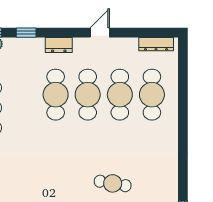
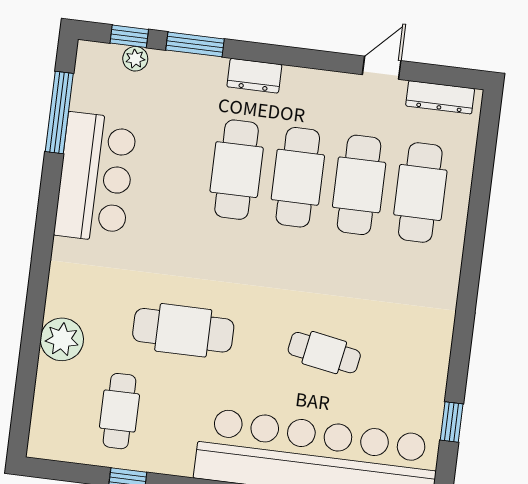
window: (26, 33) -> (195, 44), width x1.50
door: (100, 33) -> (382, 68), moved
cafe table: (38, 181) -> (183, 330), added

